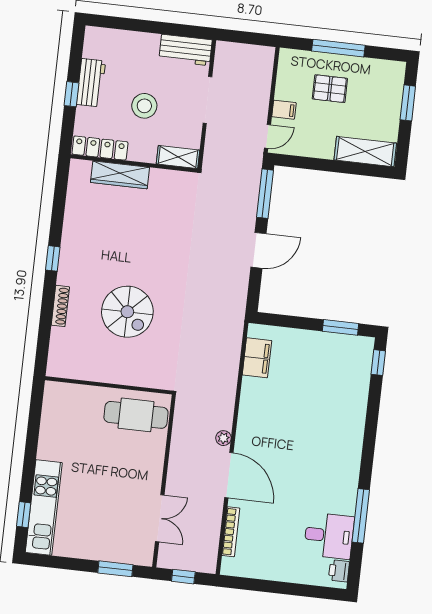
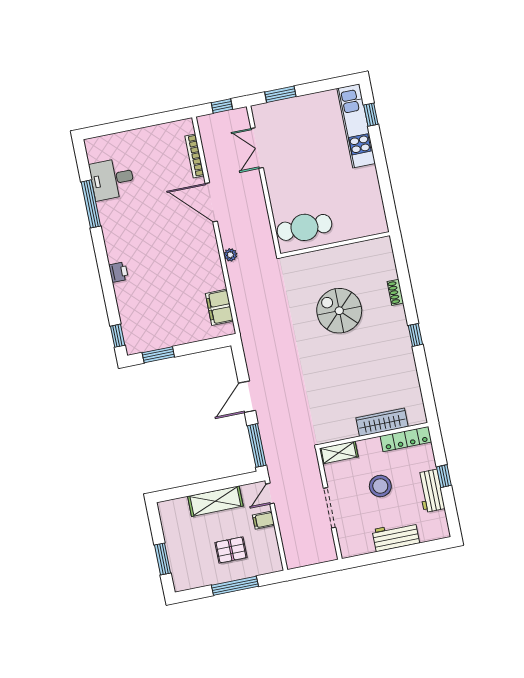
workbench: (186, 50) -> (396, 536), moved
shelving: (365, 152) -> (215, 501), moved
shoe rack: (60, 306) -> (395, 292), width x0.70
plant: (223, 438) -> (230, 255), moved
printer: (339, 571) -> (118, 272), moved

